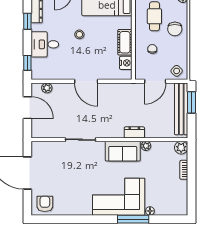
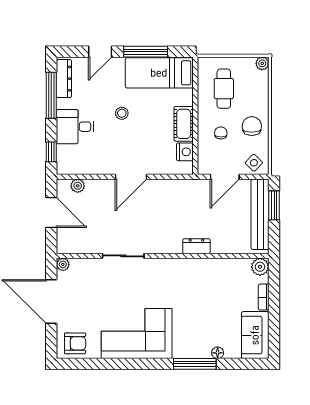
window: (27, 21) -> (51, 95), width x2.17
chair: (175, 29) -> (252, 126), moved, turned 180
door: (86, 81) -> (131, 177), hinge flipped
plant: (146, 146) -> (63, 264), moved
sofa: (123, 151) -> (255, 335), moved, turned 90
corner sofa: (119, 197) -> (137, 334), moved
armchair: (45, 204) -> (75, 343), turned 90

